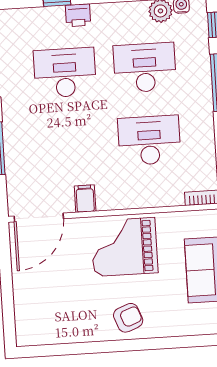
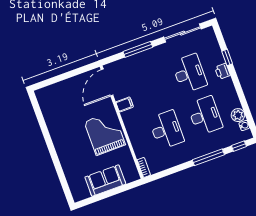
door: (39, 217) -> (107, 82), hinge flipped
armchair: (128, 318) -> (67, 147), removed

